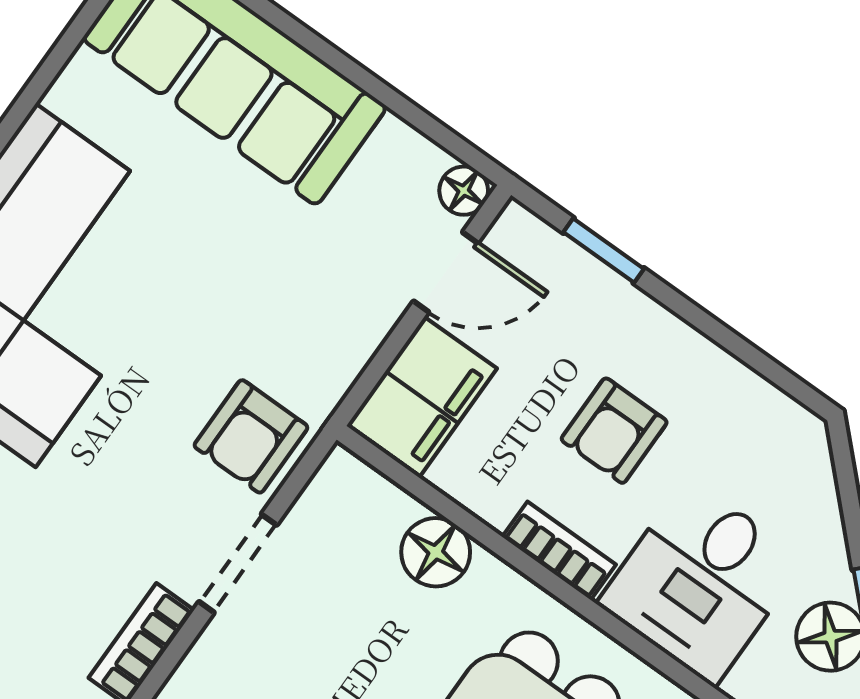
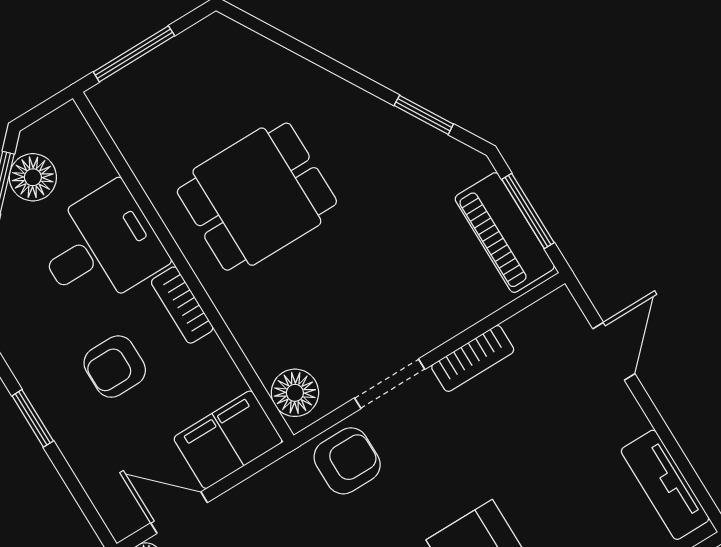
window: (604, 251) -> (33, 418), moved
armchair: (614, 431) -> (115, 367), turned 180
floor lamp: (436, 552) -> (295, 393), moved

